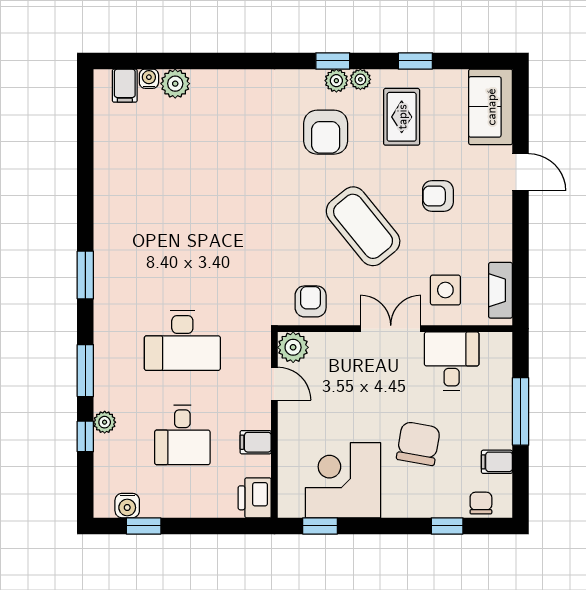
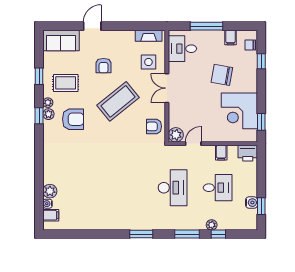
desk: (452, 361) -> (183, 49), moved
water cooler: (127, 506) -> (251, 203), moved

